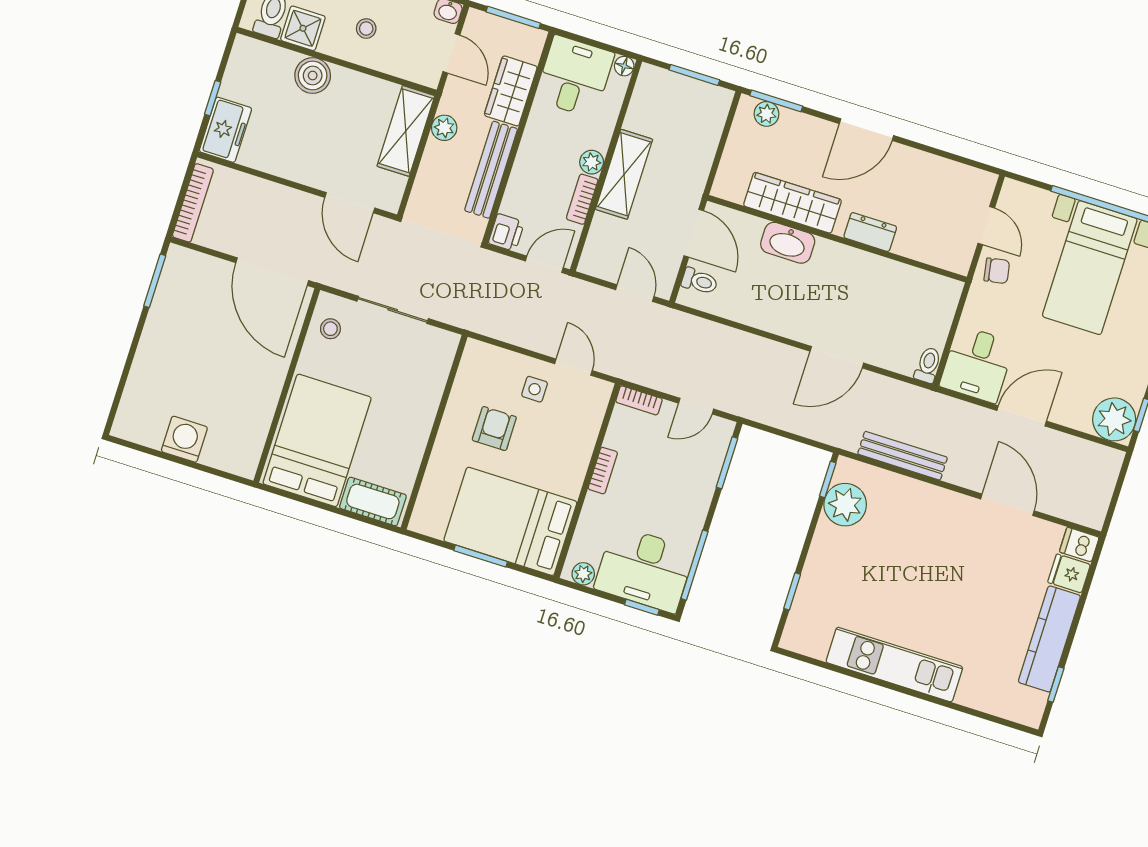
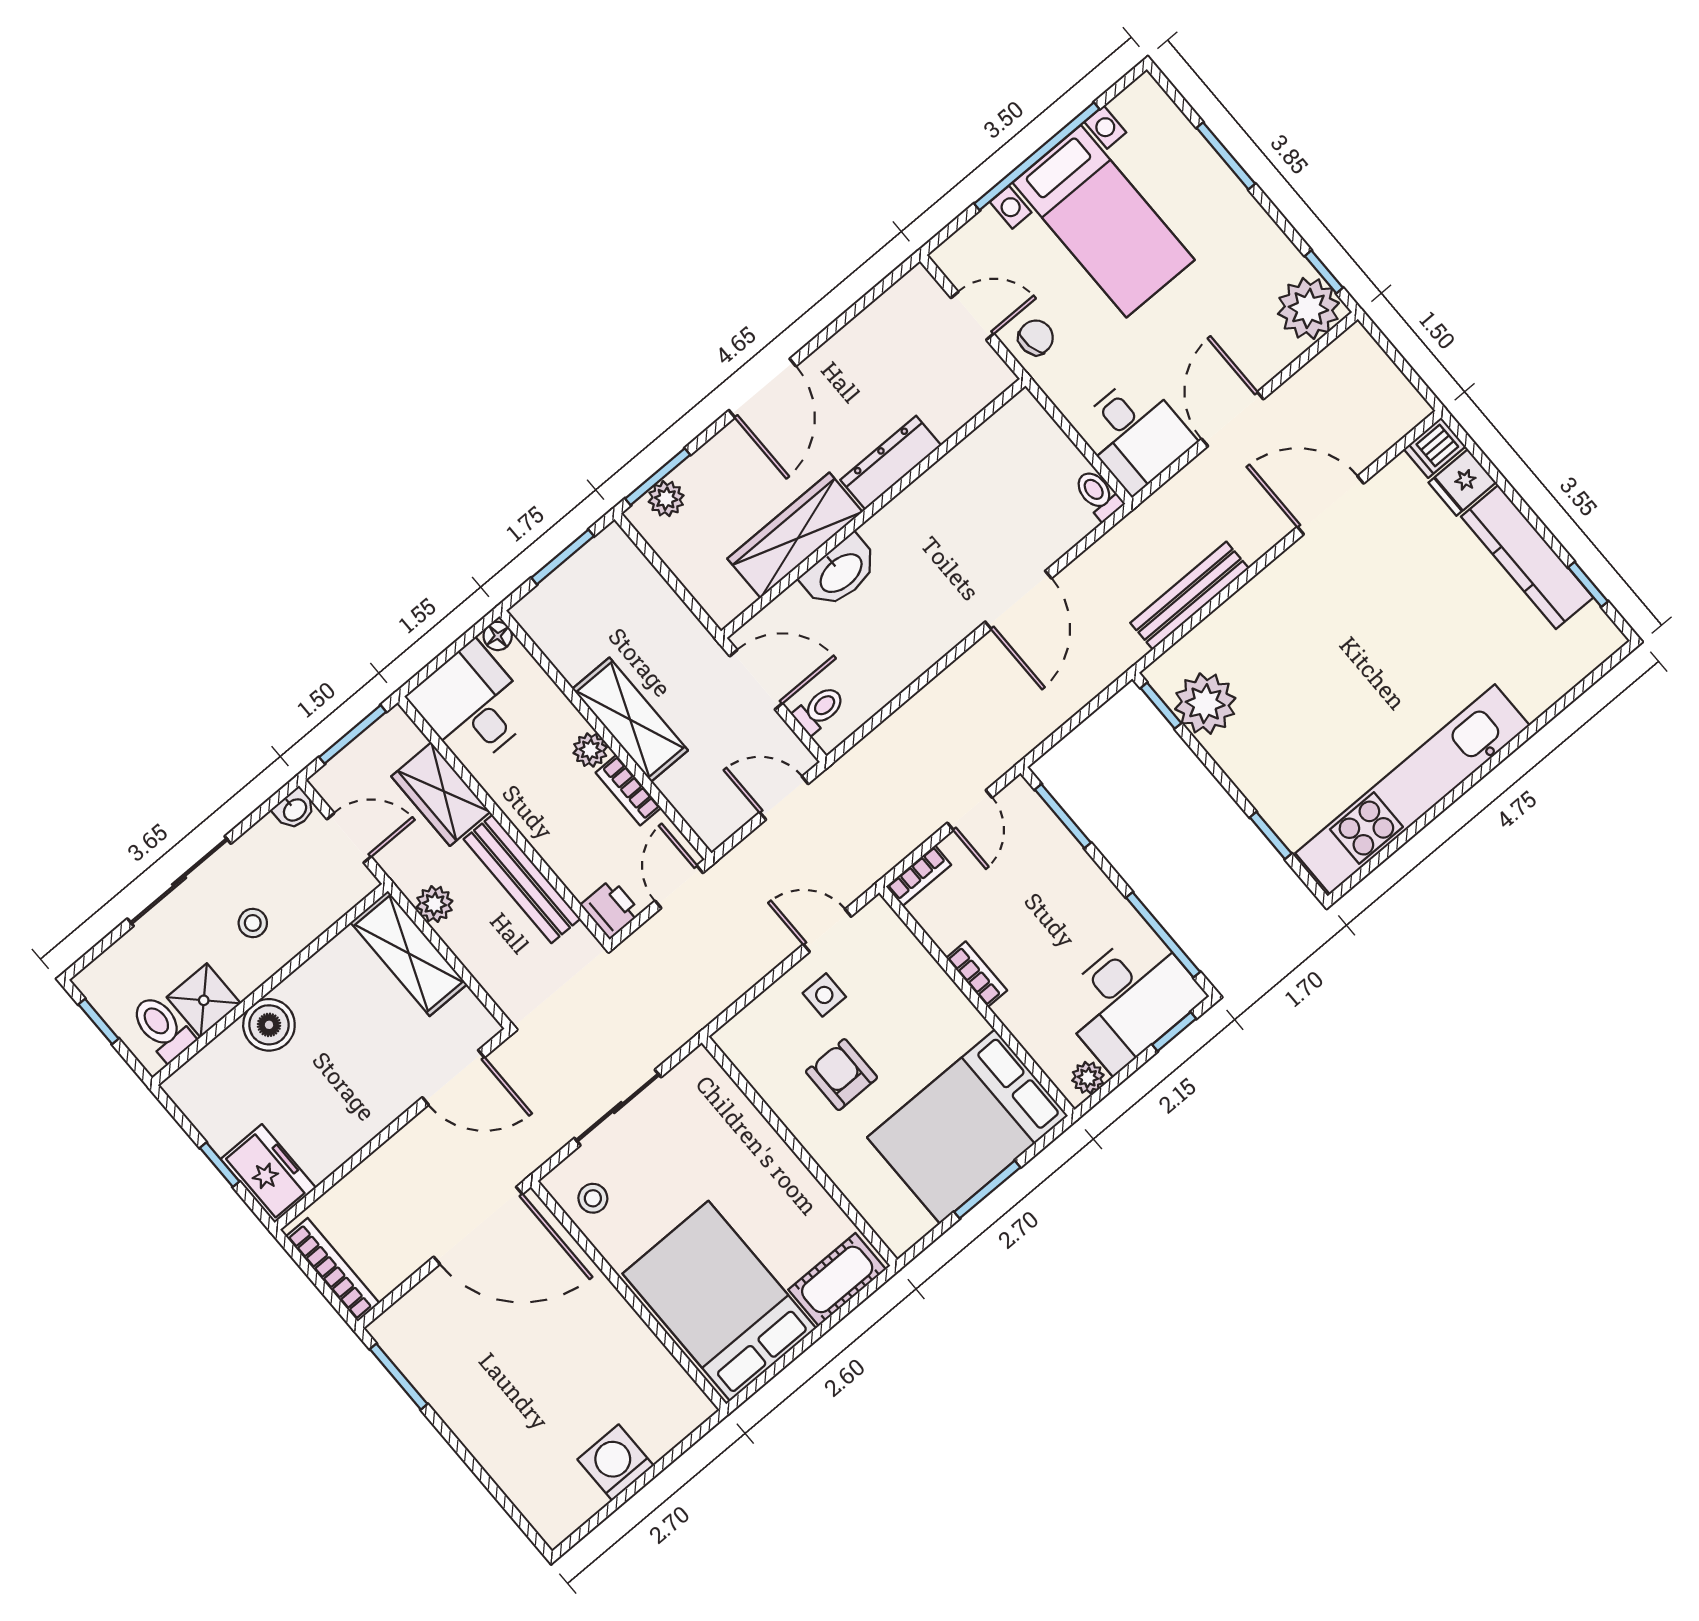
dresser: (870, 232) -> (891, 463), width x1.44
kitchen unit: (894, 665) -> (1412, 789), width x1.36

